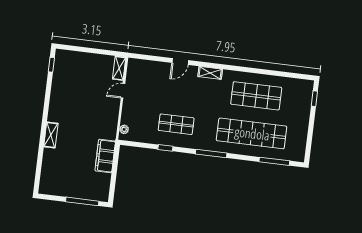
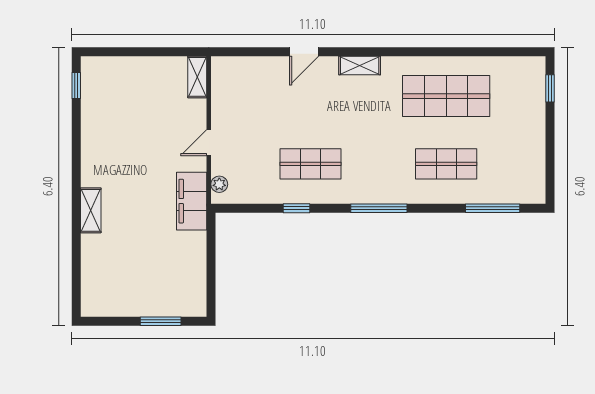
door: (123, 91) -> (209, 143), moved
shop shelf: (252, 133) -> (446, 164), width x0.50, depth x0.74
filing cabinet: (105, 156) -> (192, 201), moved
window: (82, 201) -> (161, 321), width x0.69

